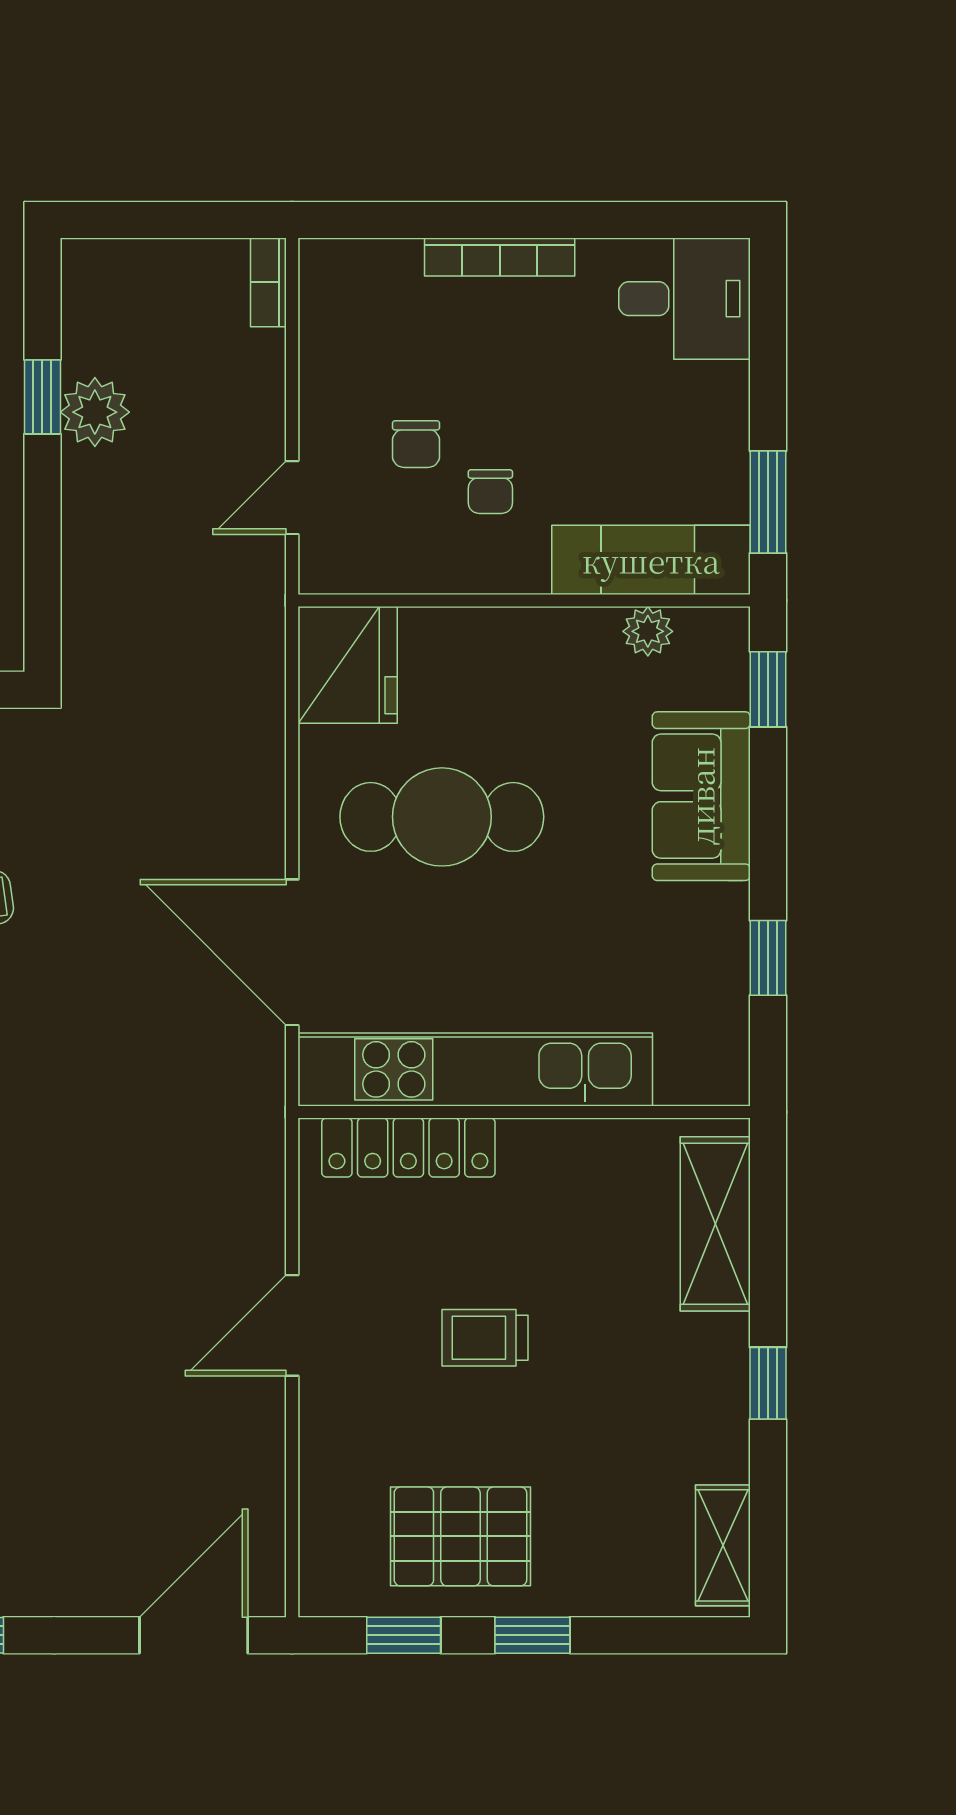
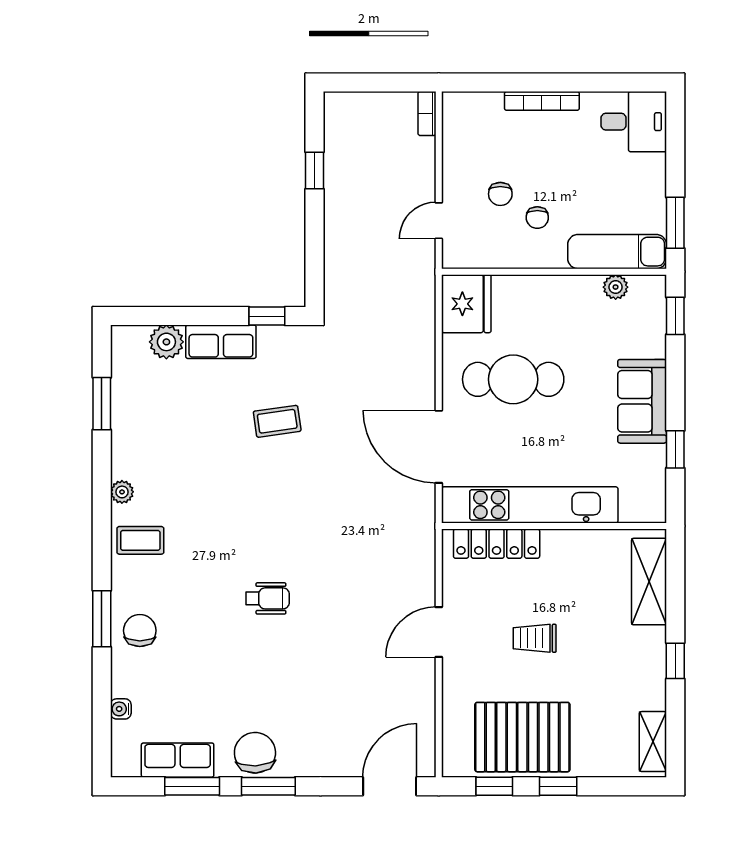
plant: (95, 412) -> (341, 178), removed
sofa: (701, 796) -> (642, 401), moved
pallet: (460, 1536) -> (522, 737), width x1.37, depth x1.41

